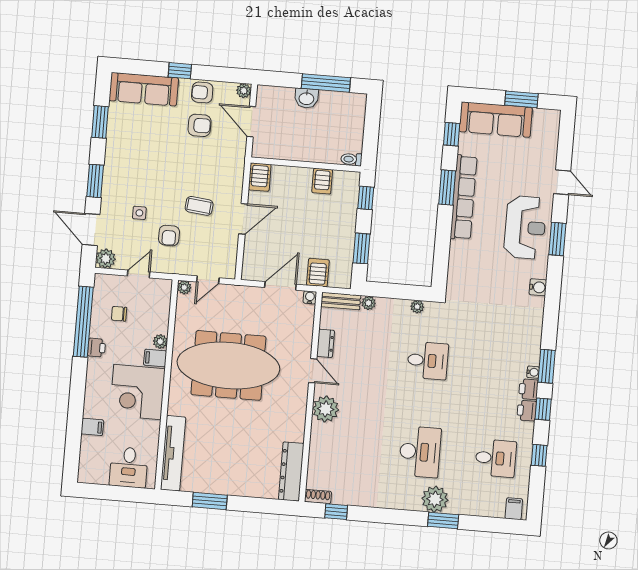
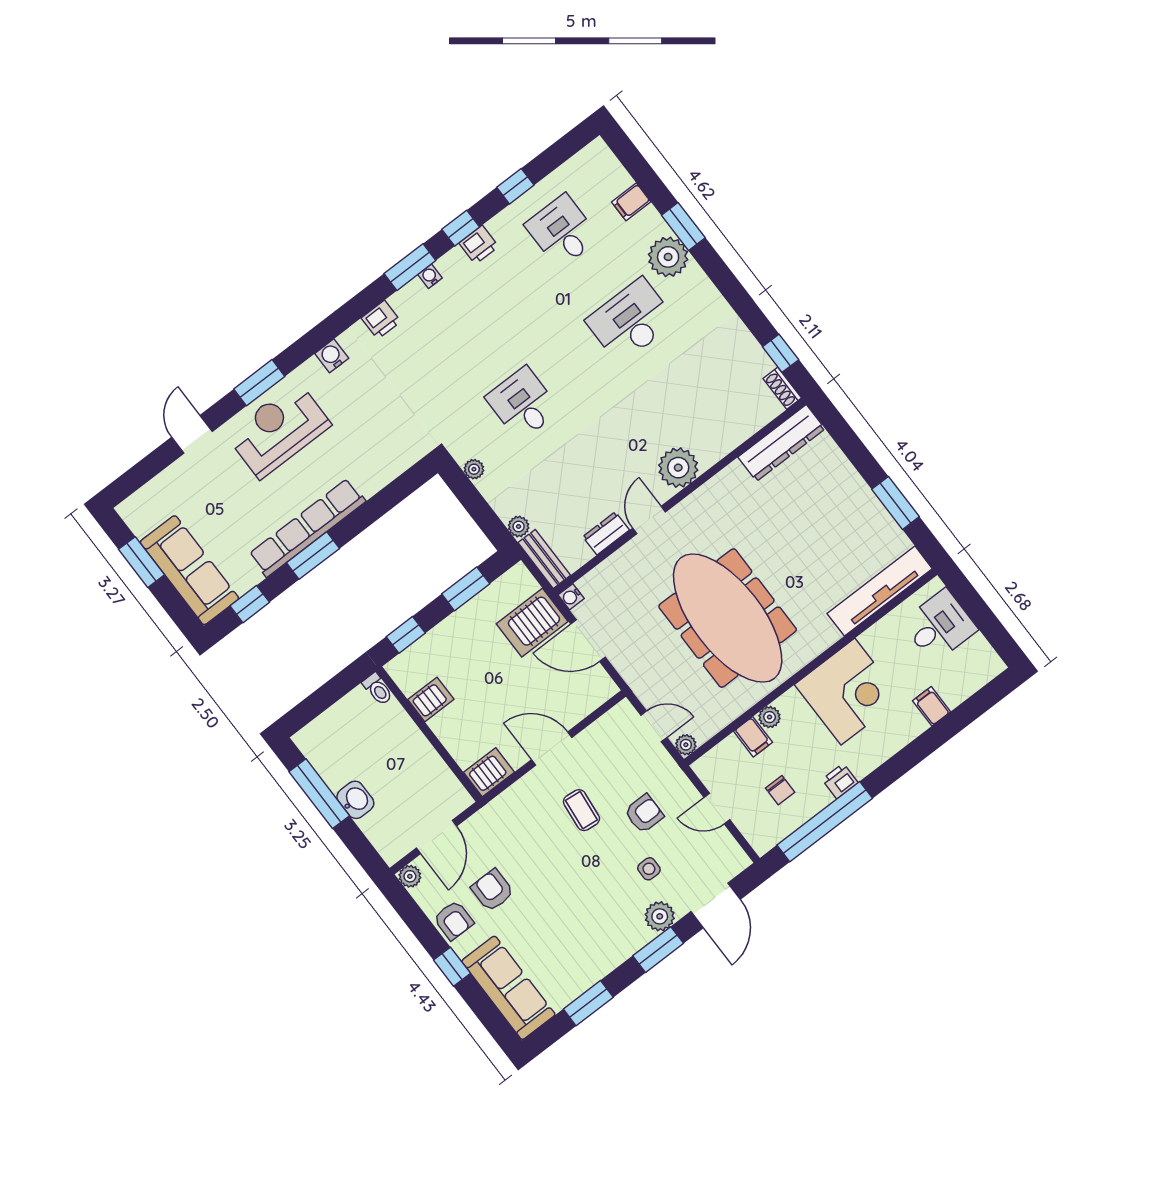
plant: (106, 259) -> (660, 916), moved
server rack: (318, 273) -> (532, 623), width x1.36, depth x1.44
filing cabinet: (155, 358) -> (753, 737), moved
printer: (528, 389) -> (381, 320), moved
filing cabinet: (514, 509) -> (631, 202), moved

